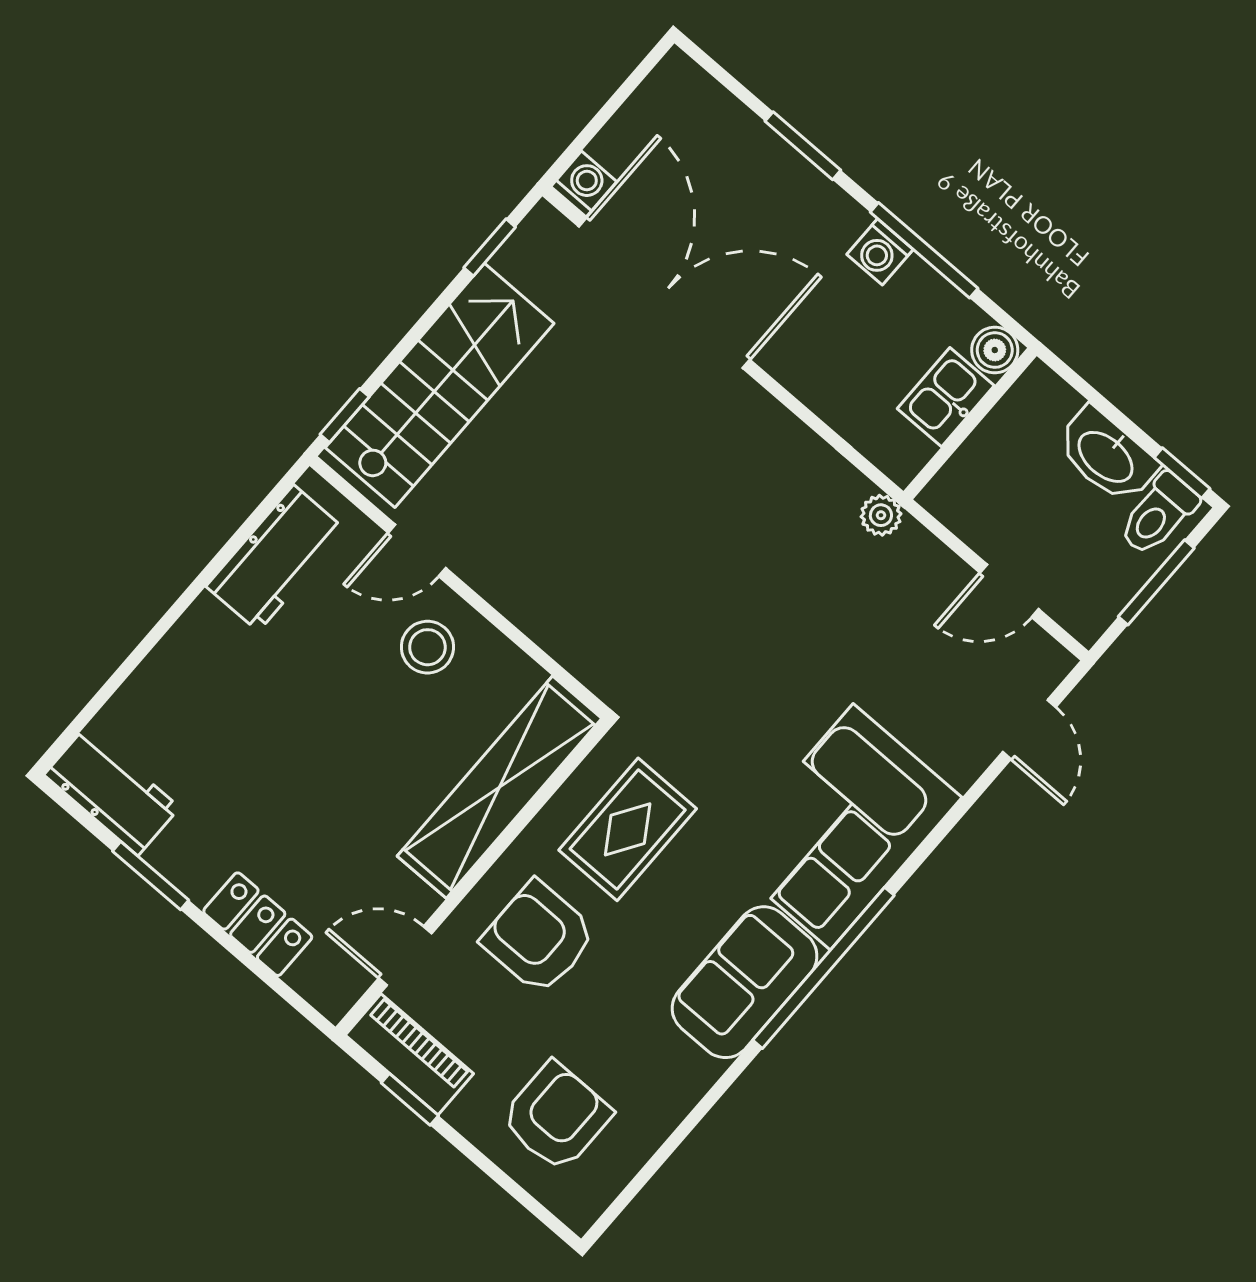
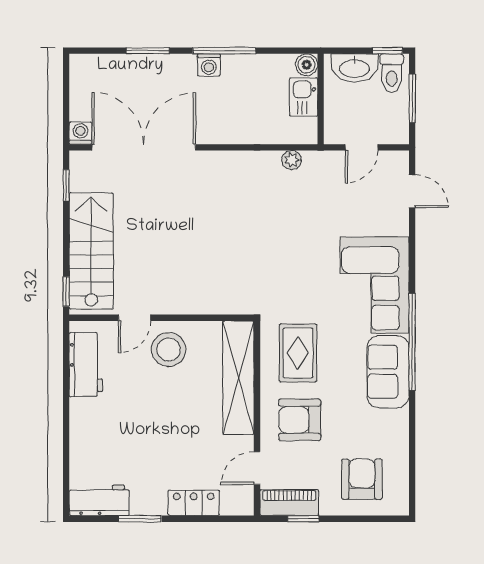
boiler: (995, 350) -> (307, 65), moved
kitchen sink: (946, 397) -> (304, 97), moved
wall: (970, 424) -> (321, 99), moved
stool: (427, 647) -> (169, 350), width x1.38, depth x1.38

